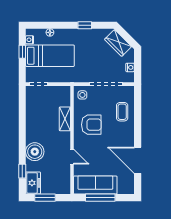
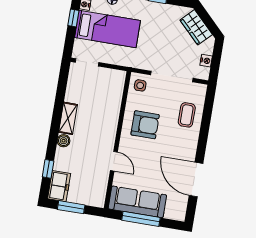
shelving: (65, 119) -> (68, 118), moved
boiler: (35, 152) -> (64, 141), width x0.54, depth x0.54

